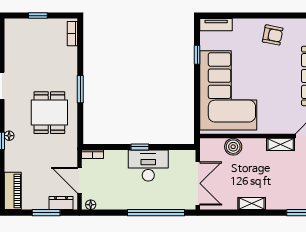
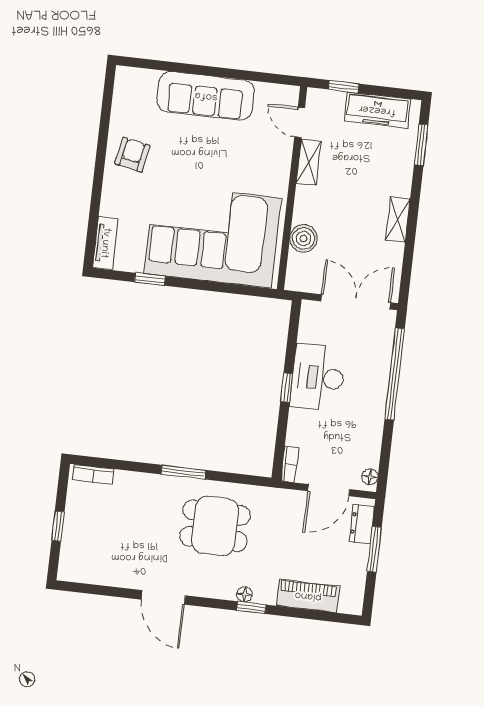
piano: (13, 191) -> (308, 596), moved

